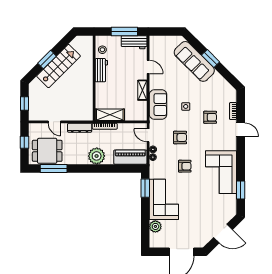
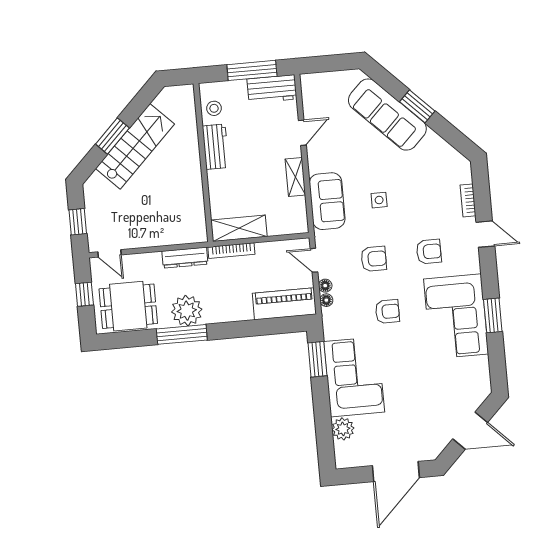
door: (148, 67) -> (302, 133), hinge flipped
armchair: (210, 117) -> (429, 252), moved
door: (54, 122) -> (110, 253), moved
plant: (97, 156) -> (187, 311), moved
window: (54, 168) -> (182, 334), moved
window: (241, 190) -> (493, 315), moved

